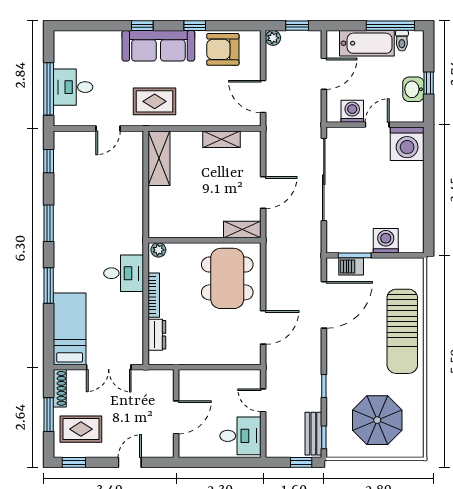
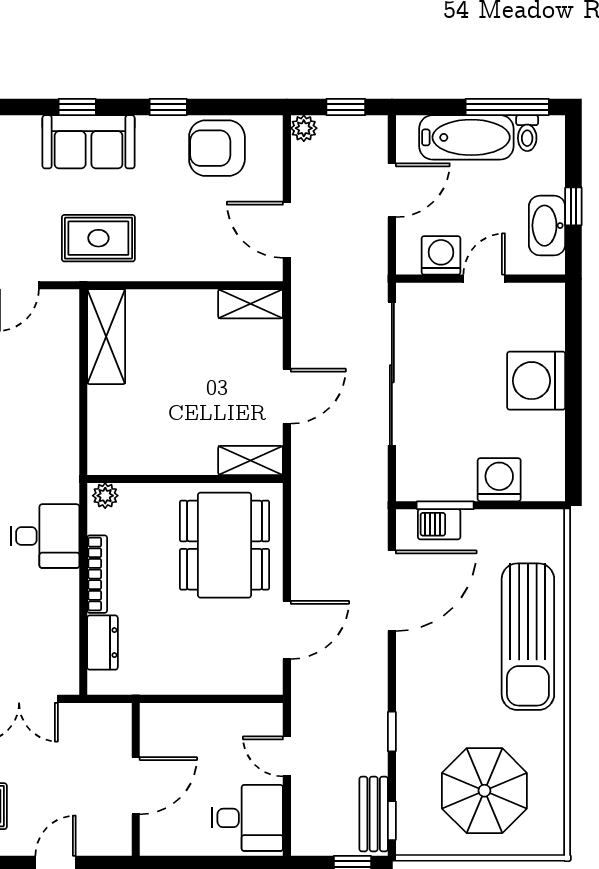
sofa: (158, 46) -> (89, 142), width x0.73
washbasin: (413, 89) -> (547, 226), width x1.38
shelving: (221, 139) -> (250, 304), moved
washing machine: (407, 144) -> (536, 381), moved, turned 90

